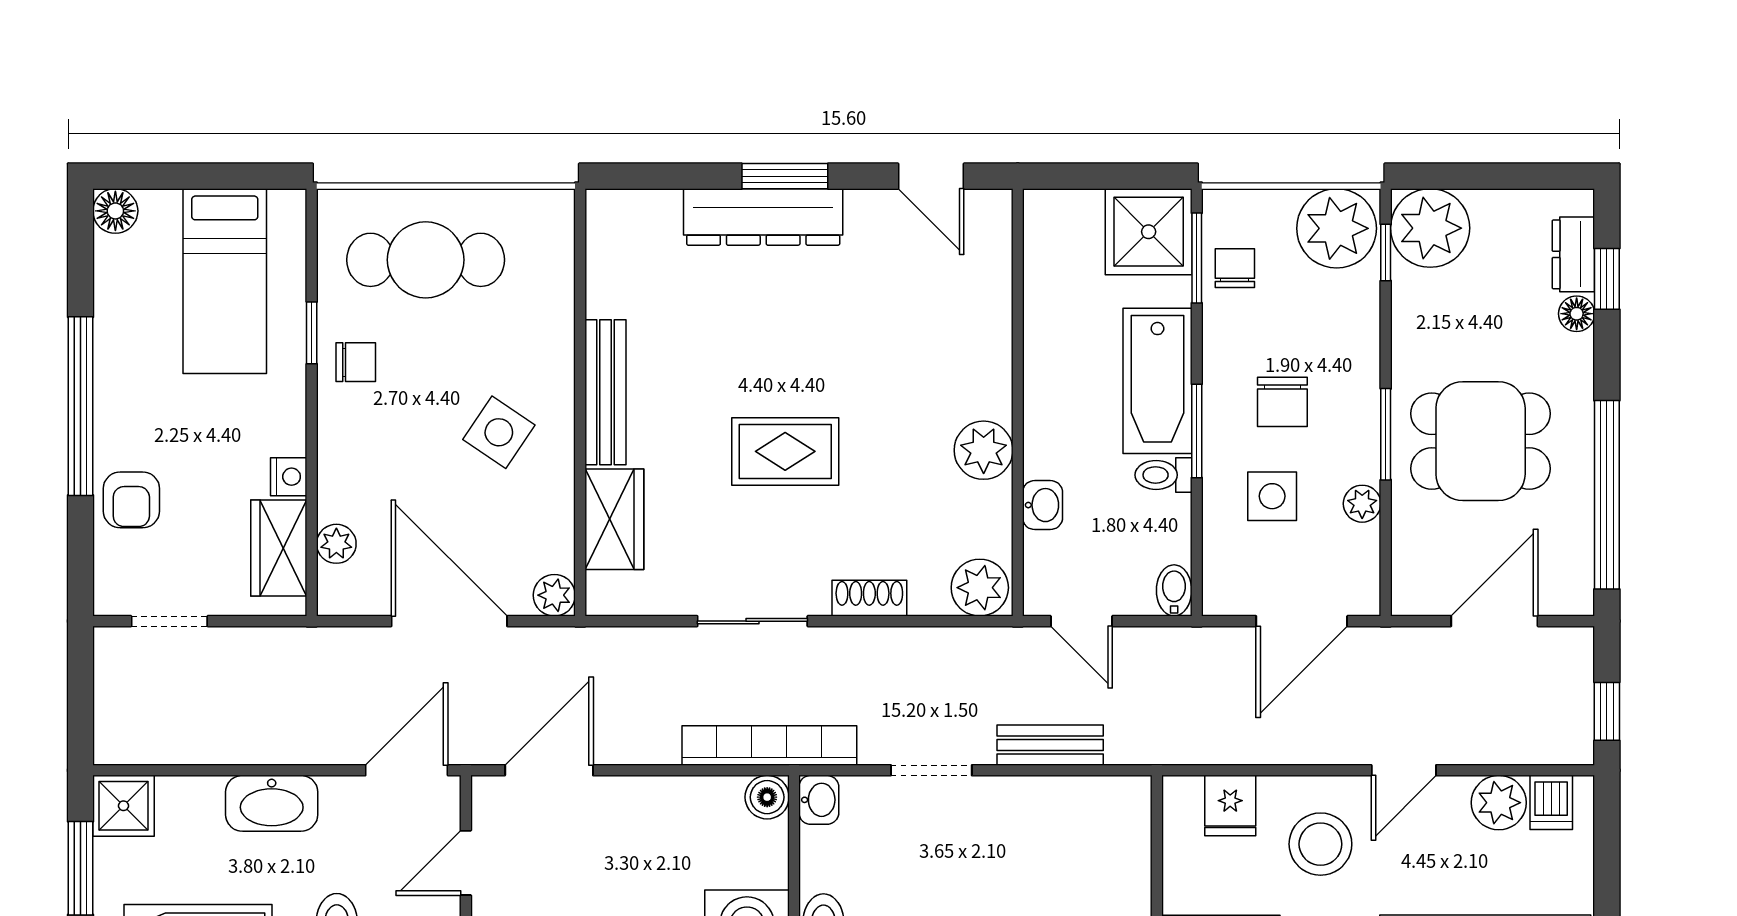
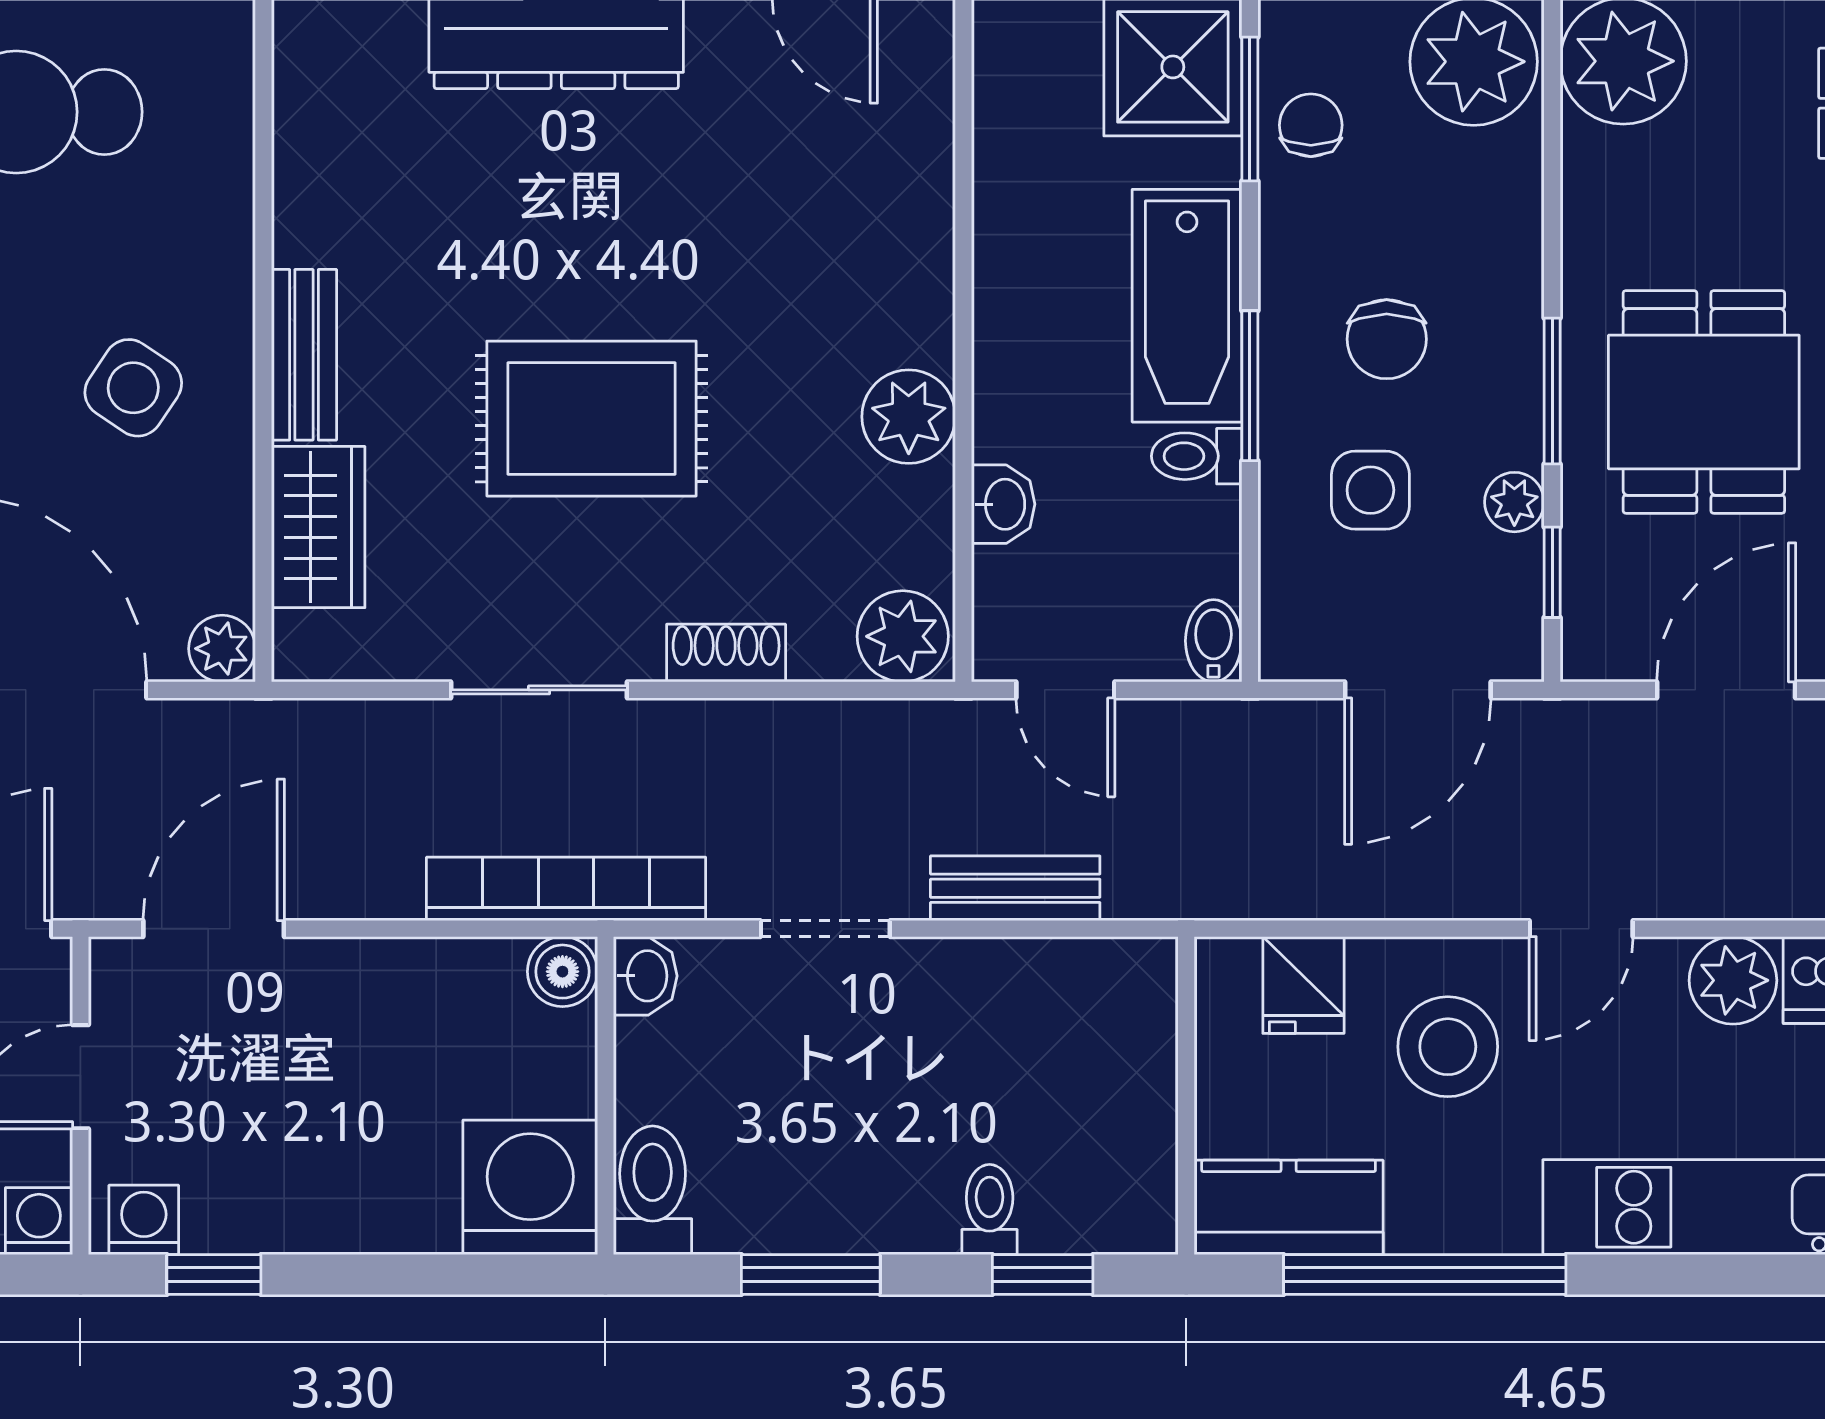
window: (1386, 253) -> (1552, 572), moved
bench: (606, 392) -> (304, 355), width x0.73
dining table: (1481, 441) -> (1704, 402), turned 90
rug: (785, 451) -> (592, 419), width x1.36, depth x1.43

